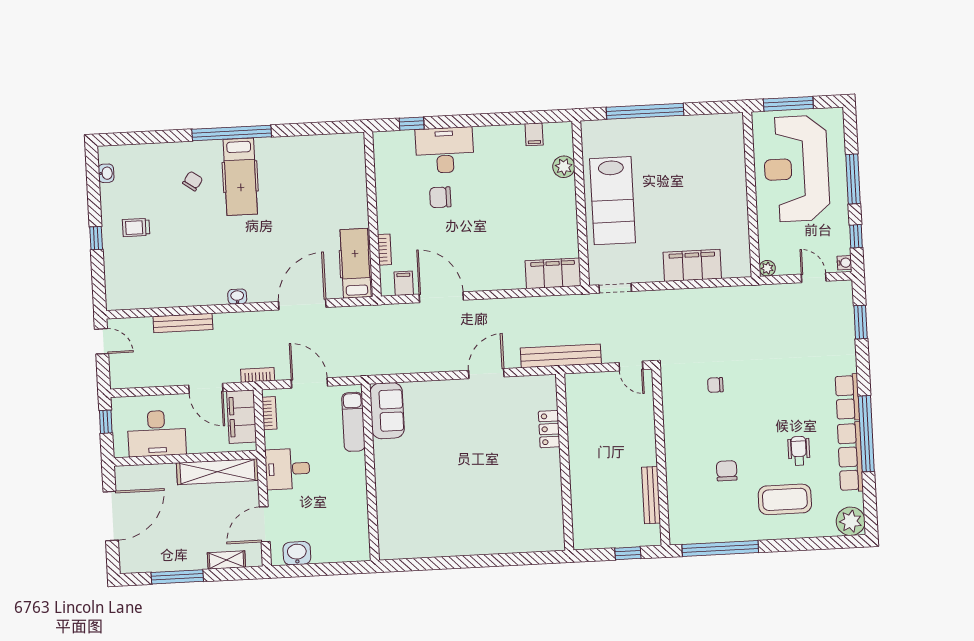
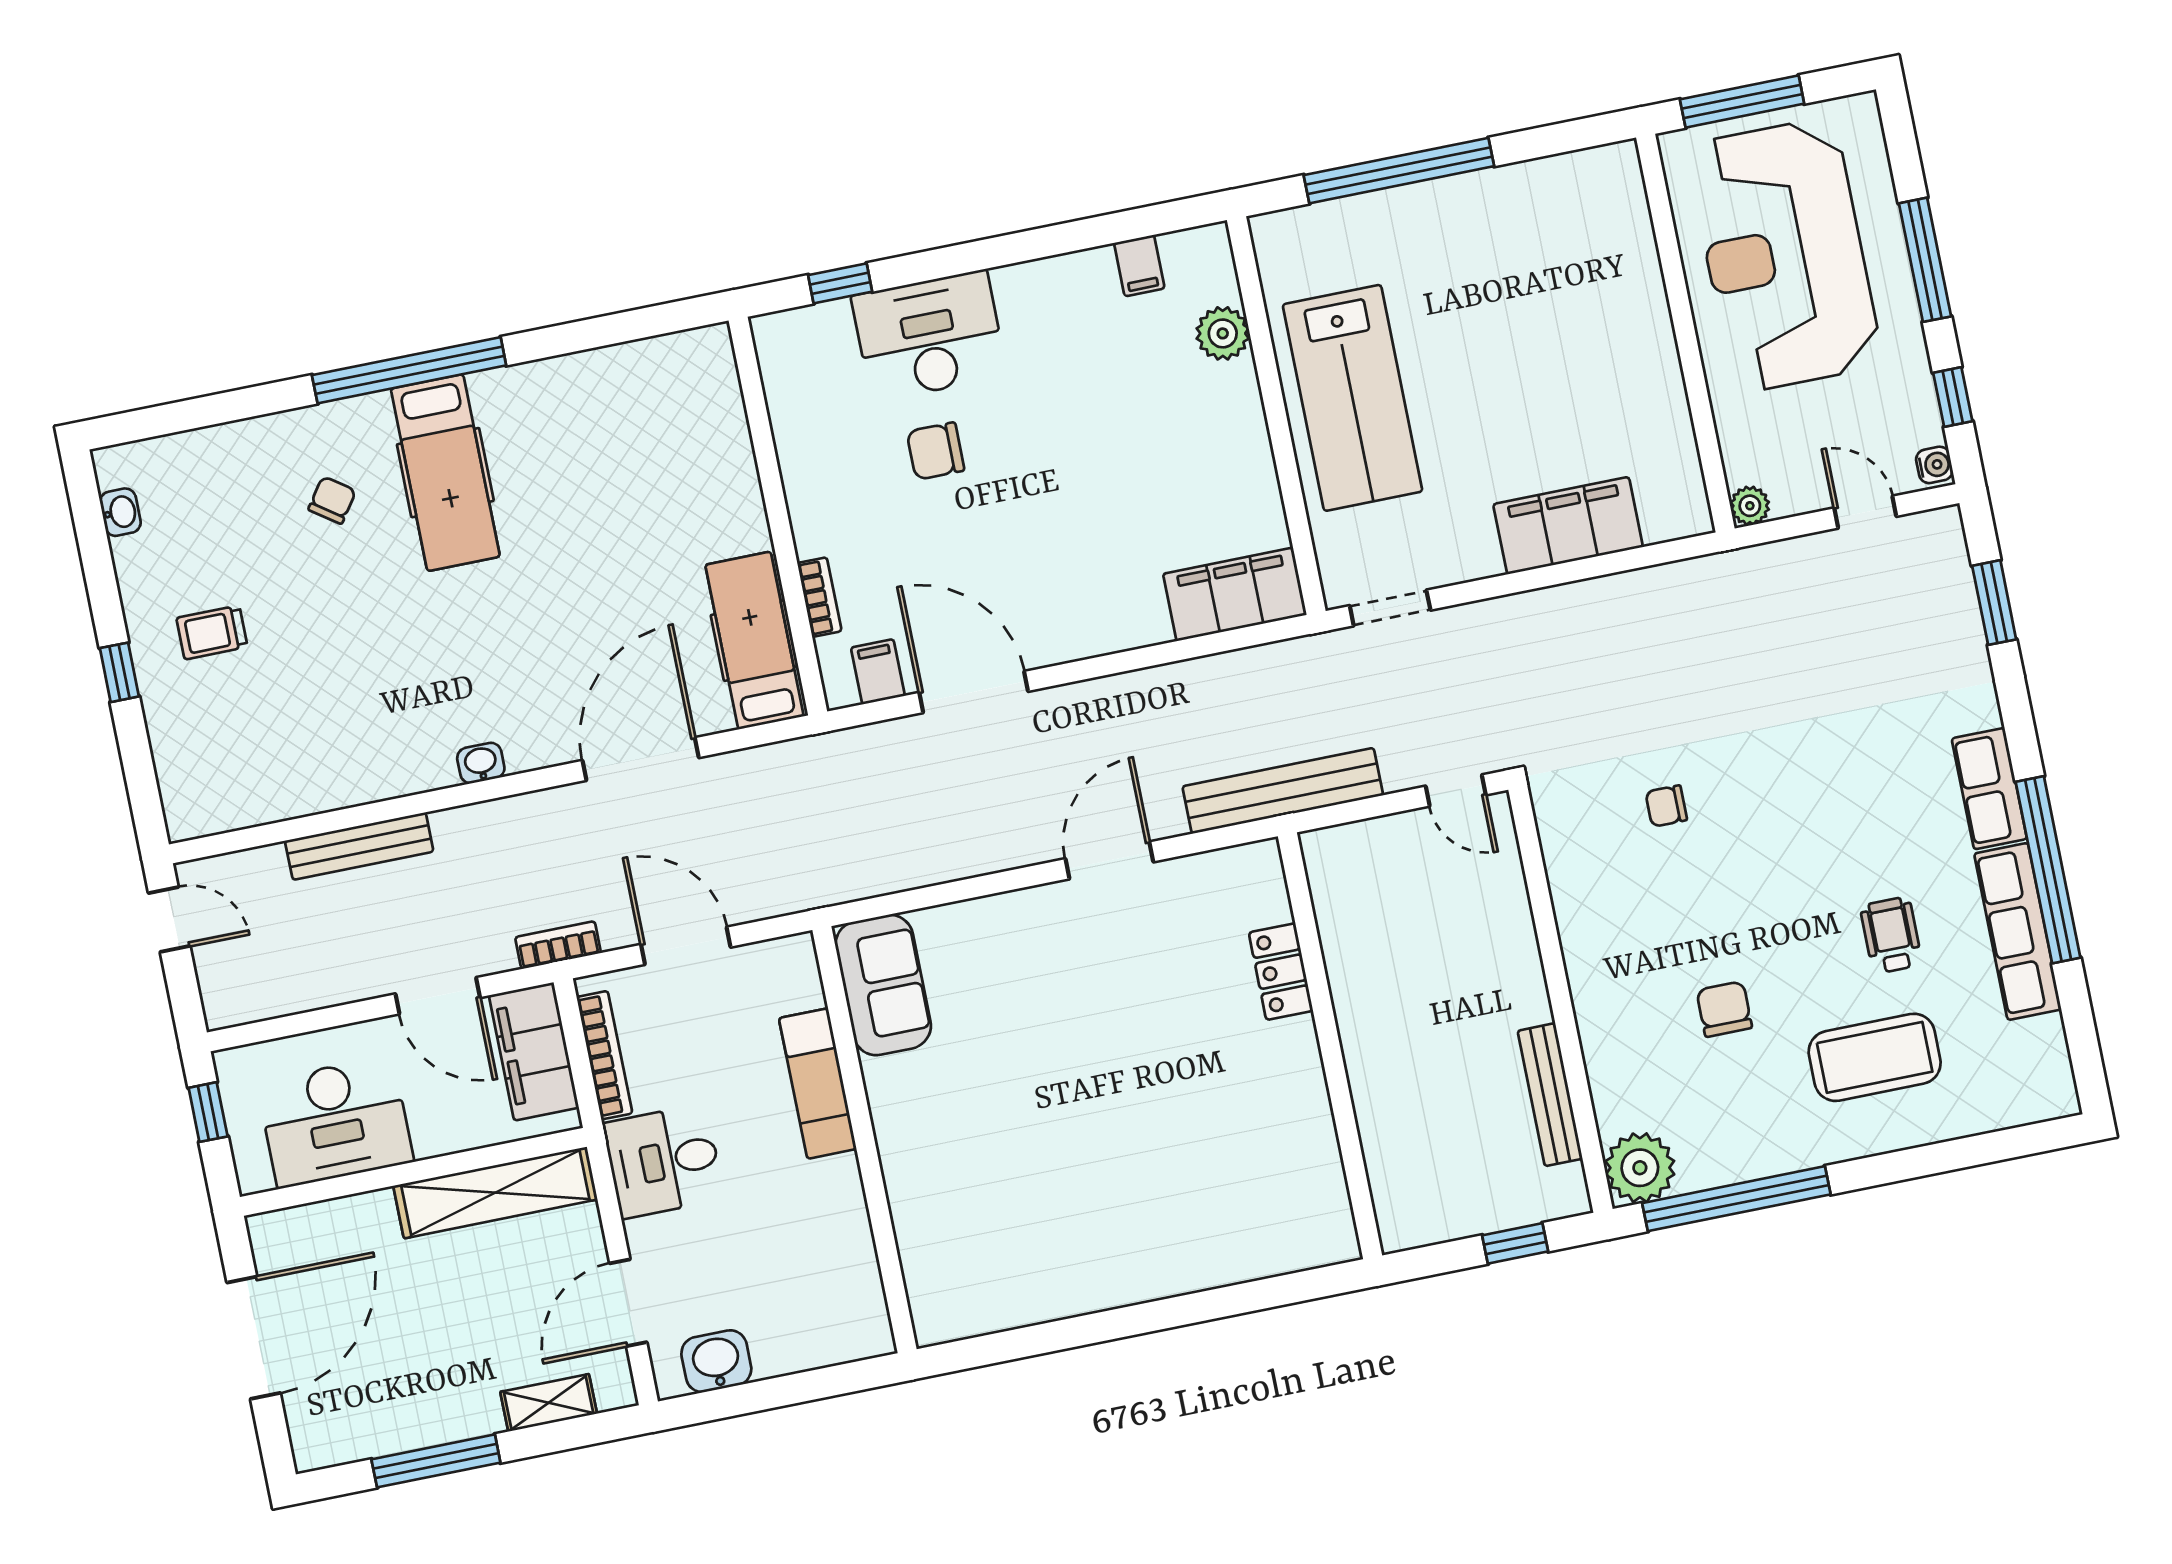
bookcase: (269, 413) -> (604, 1055), width x1.56
exam couch: (353, 422) -> (818, 1084), moved
plant: (851, 521) -> (1640, 1168), moved

